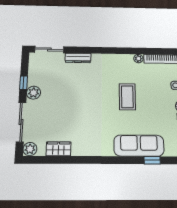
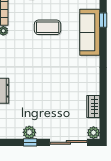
plant: (34, 93) -> (29, 132), moved
coffee table: (127, 97) -> (48, 27), moved

